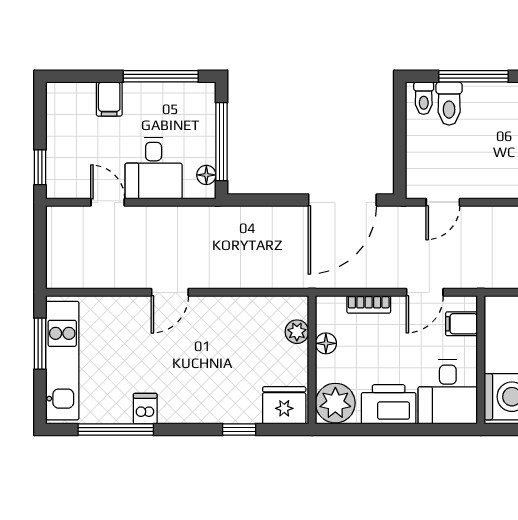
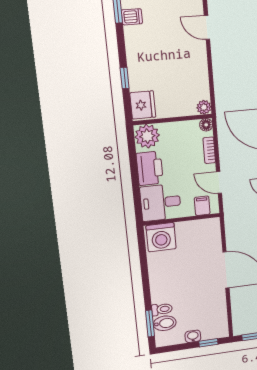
plant: (297, 332) -> (204, 107), moved
floor lamp: (326, 343) -> (206, 125), moved

